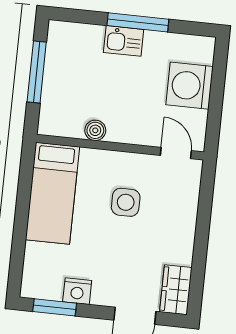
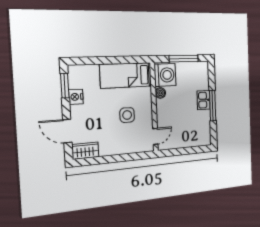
washing machine: (190, 86) -> (165, 75), moved, turned 90

